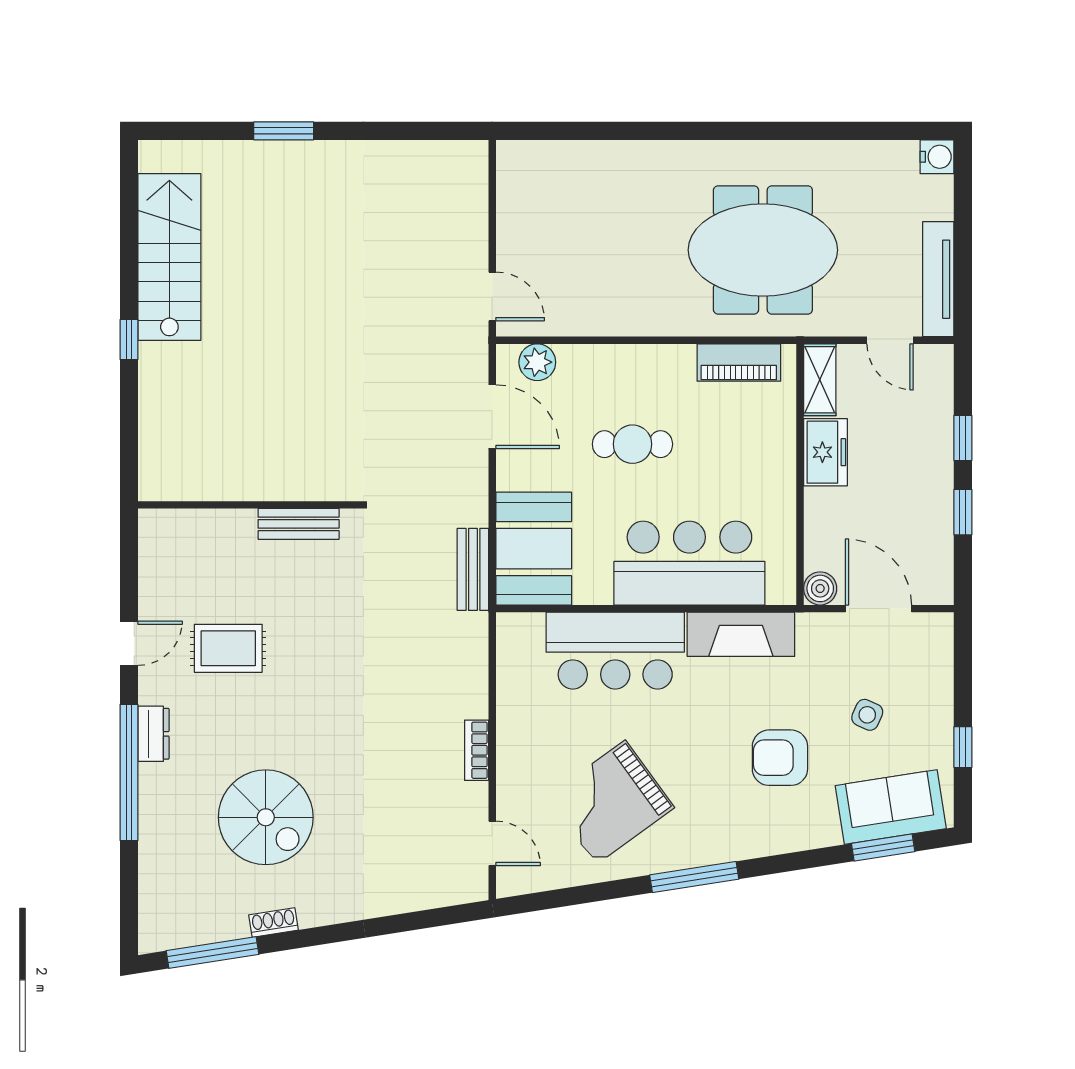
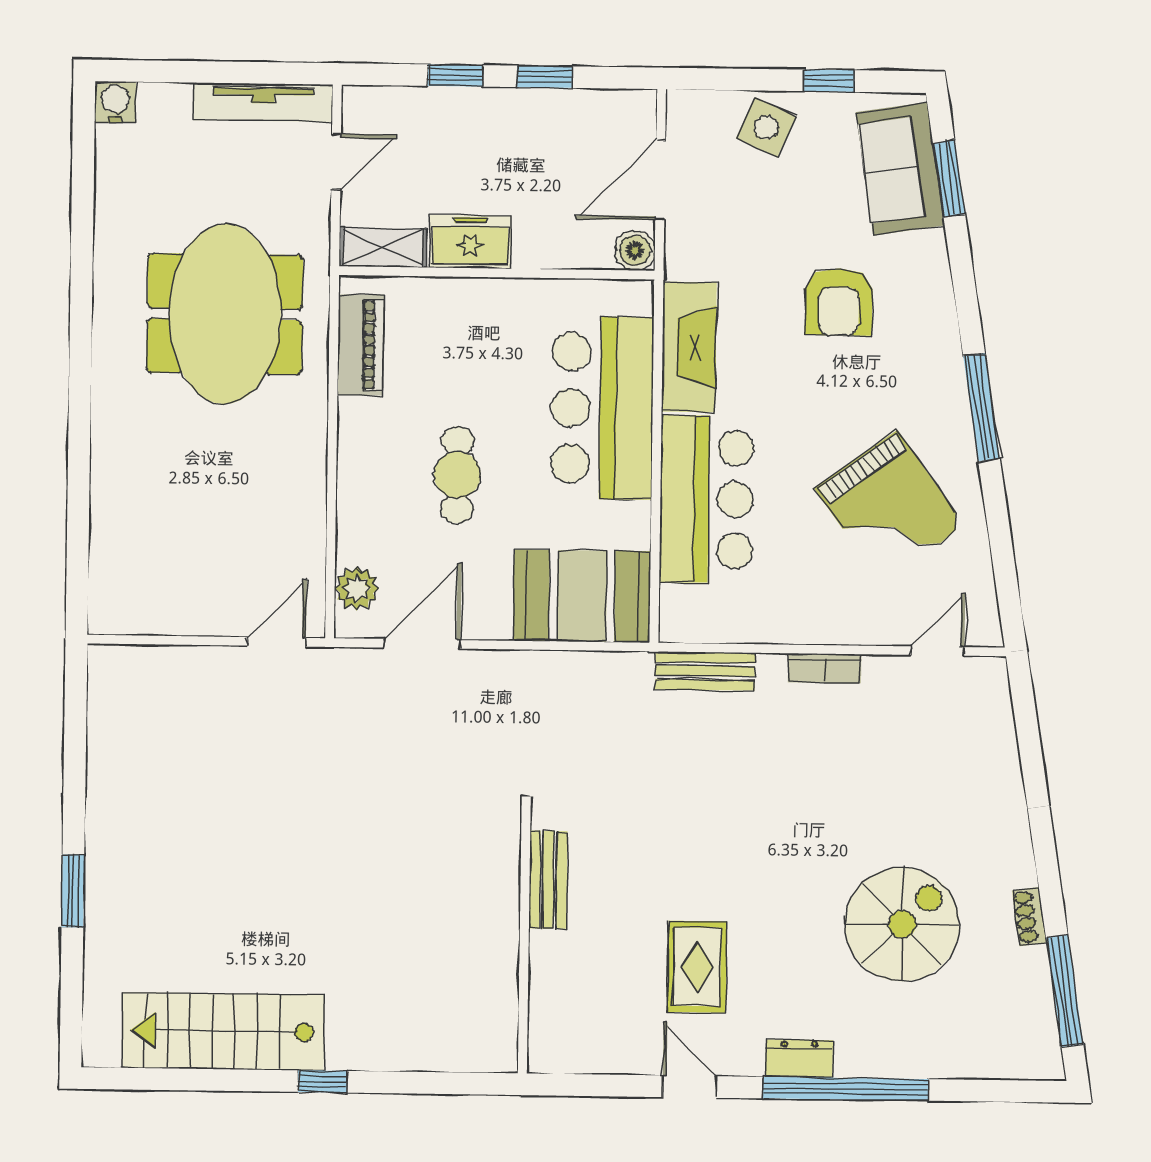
bench: (473, 569) -> (705, 671), moved
side table: (867, 715) -> (766, 127), moved, width x1.37, depth x1.37

